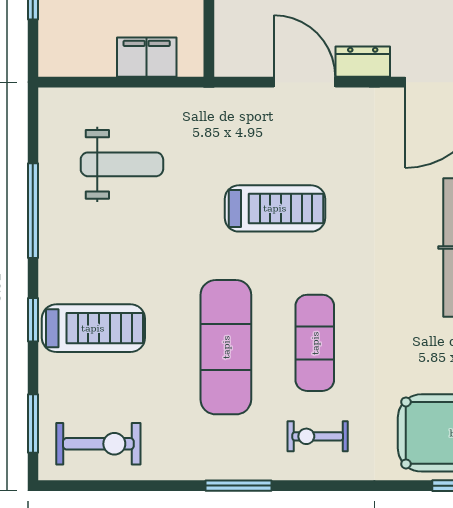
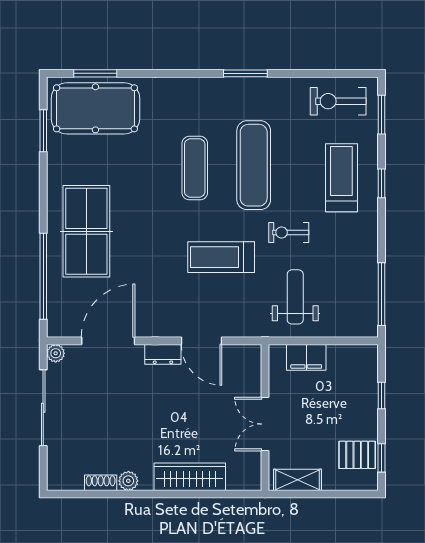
weight bench: (122, 164) -> (295, 297), moved, turned 90
window: (33, 211) -> (382, 294), moved
treadmill: (93, 328) -> (341, 178), turned 90
exercise bike: (318, 436) -> (289, 232), moved, turned 180

